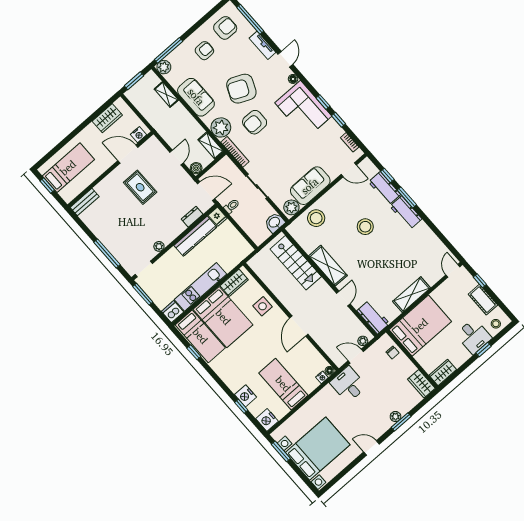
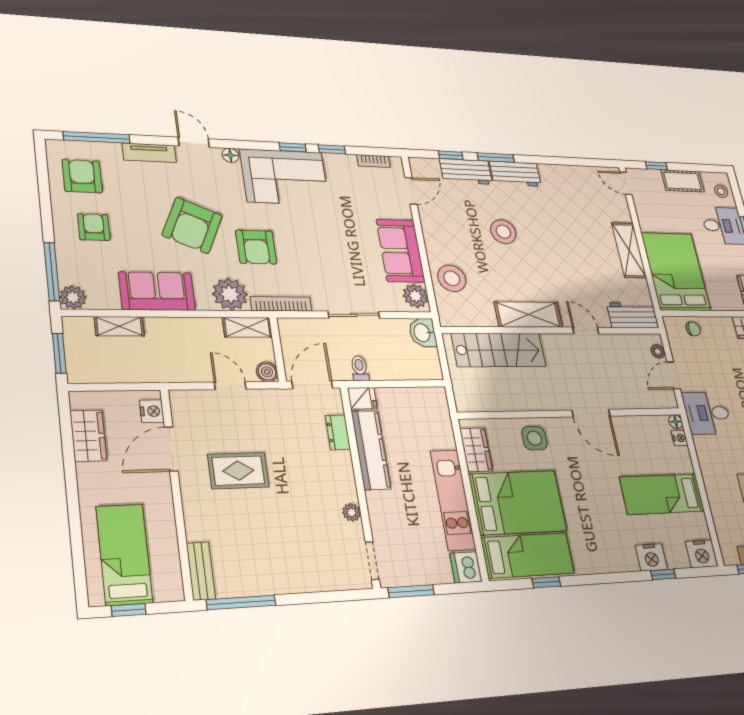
window: (107, 253) -> (241, 603), moved

